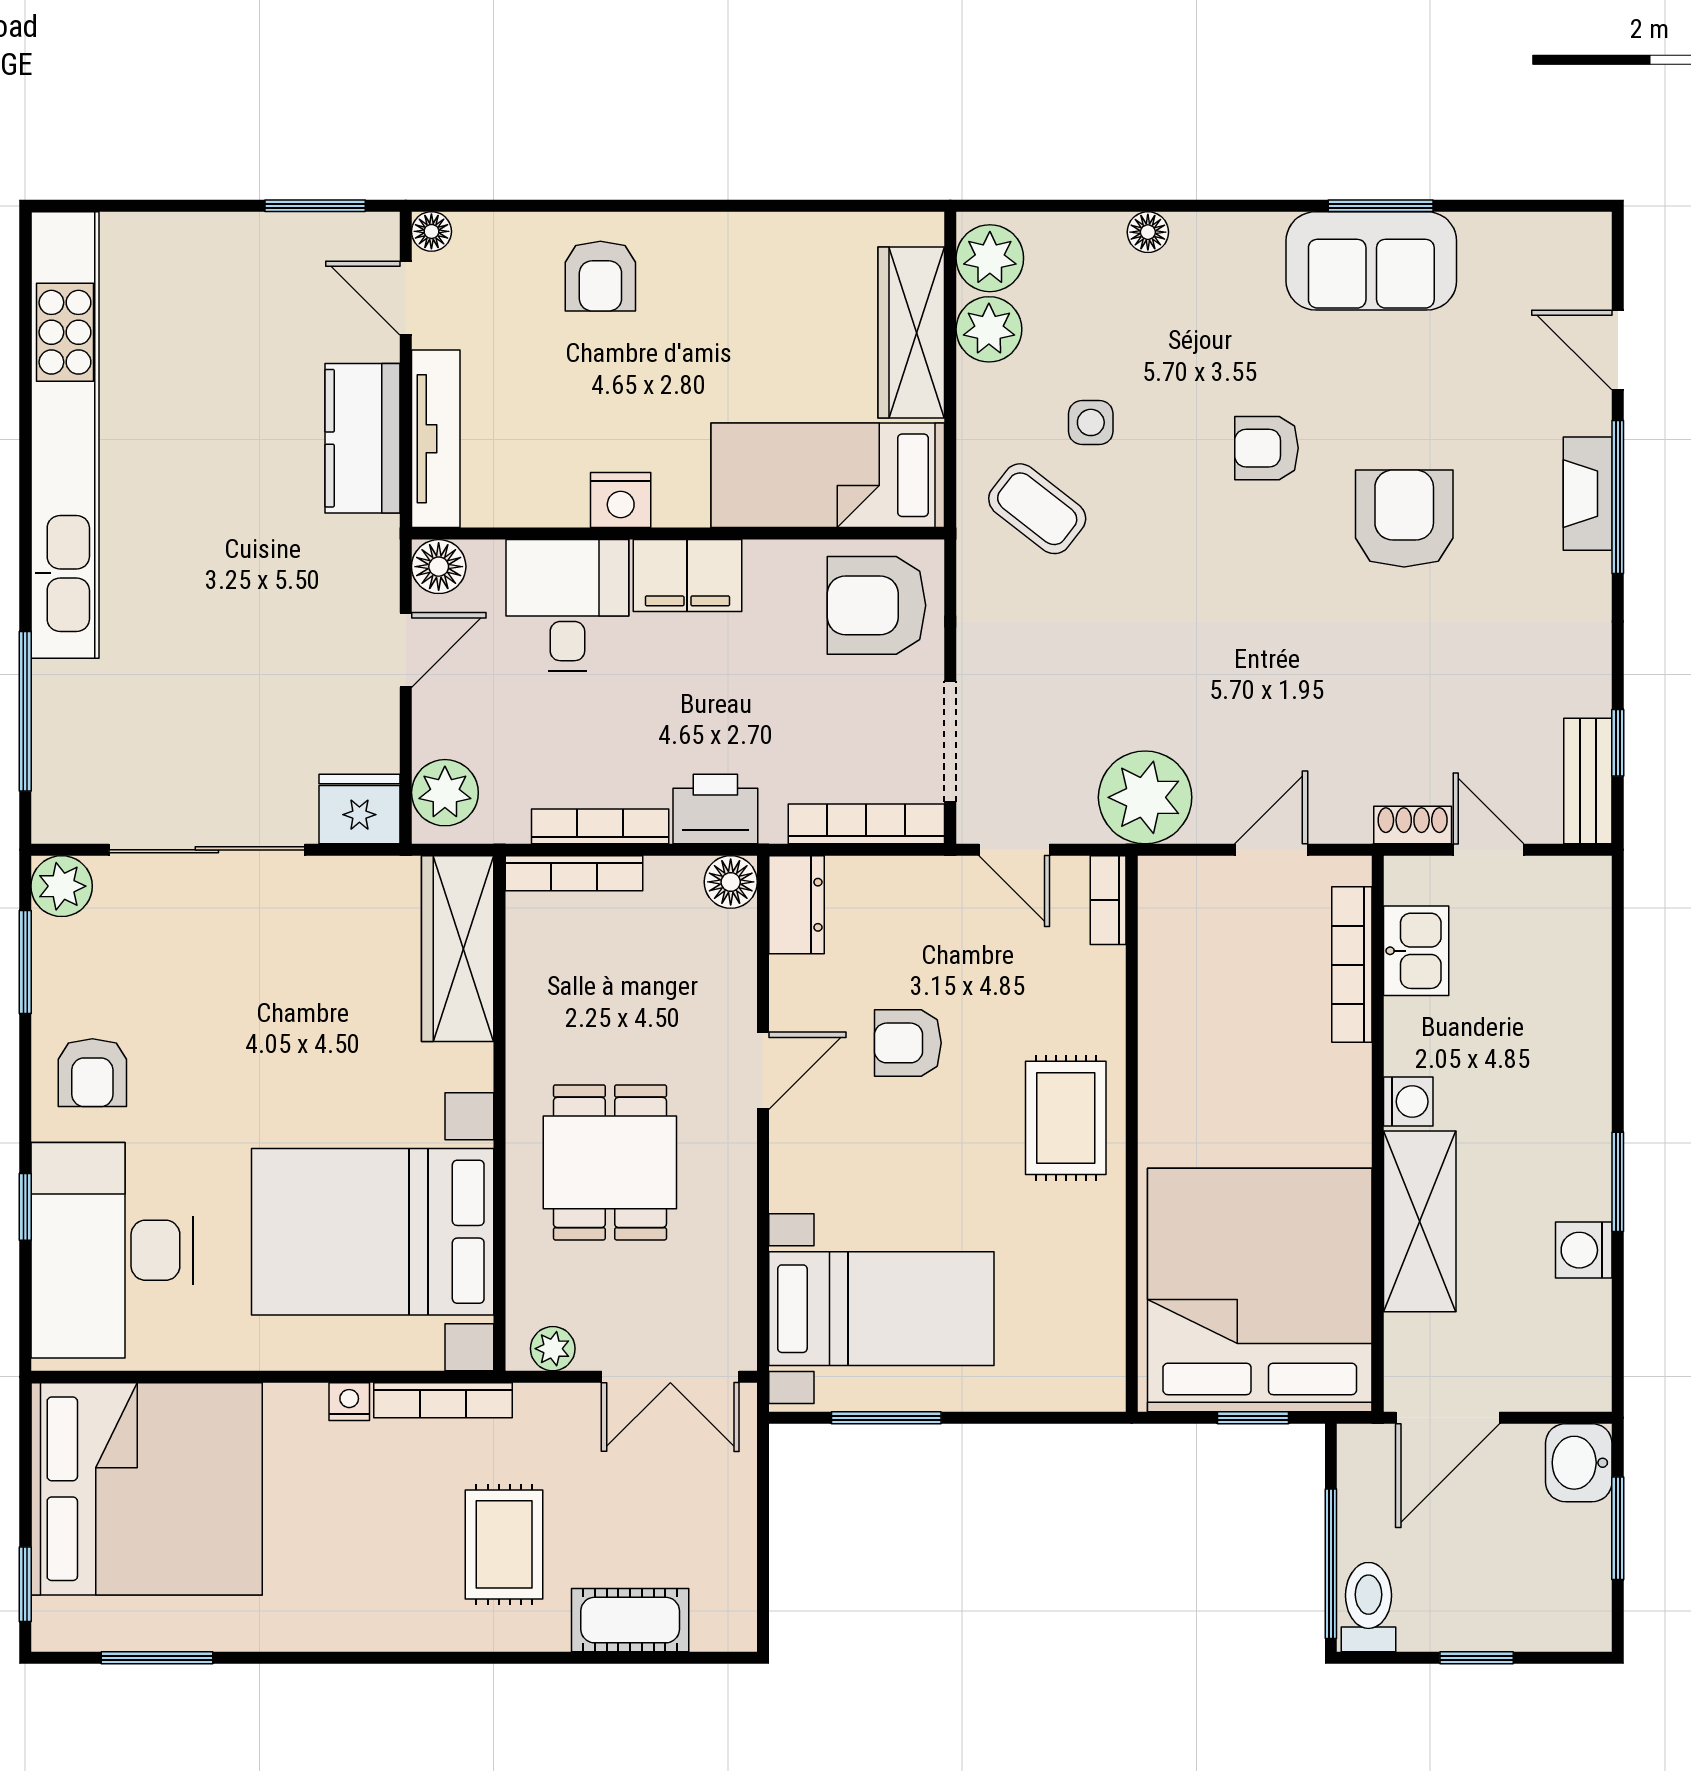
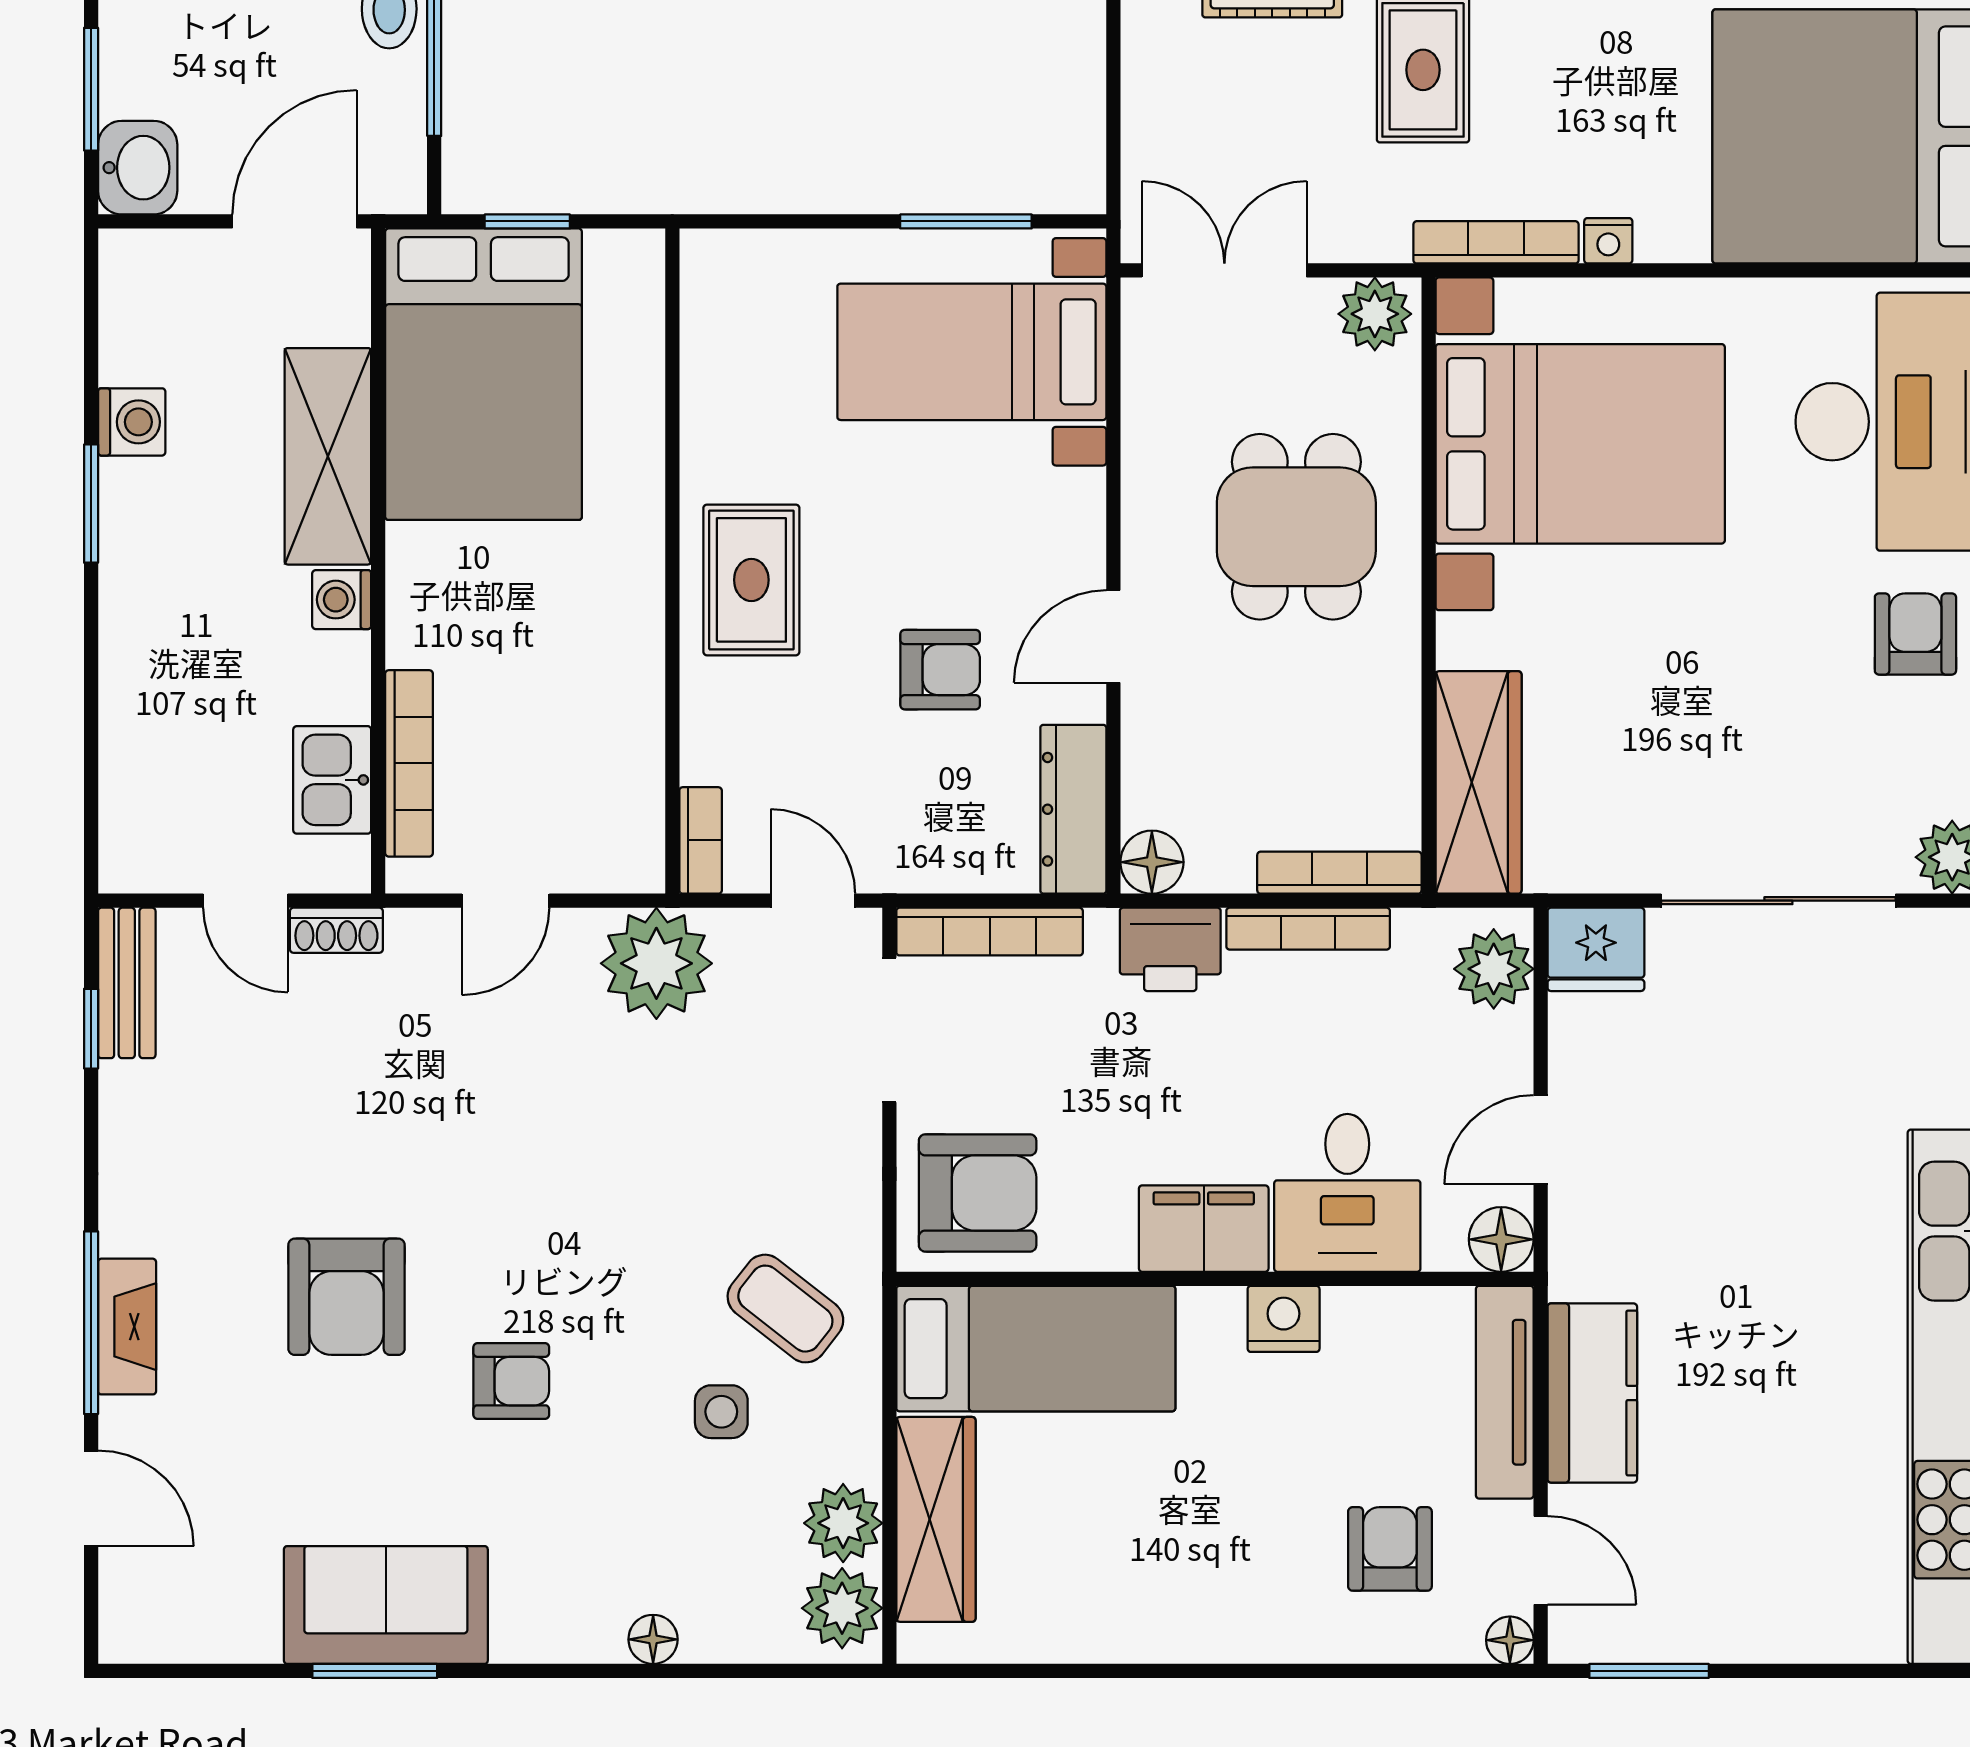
armchair: (600, 276) -> (1390, 1549), moved
dresser: (796, 905) -> (1073, 809), width x1.44
bed: (1260, 1290) -> (484, 374), width x0.73
plant: (553, 1349) -> (1375, 314), width x1.38, depth x1.38

